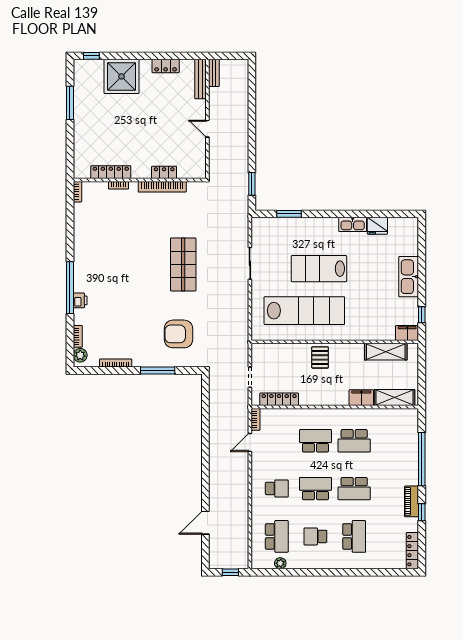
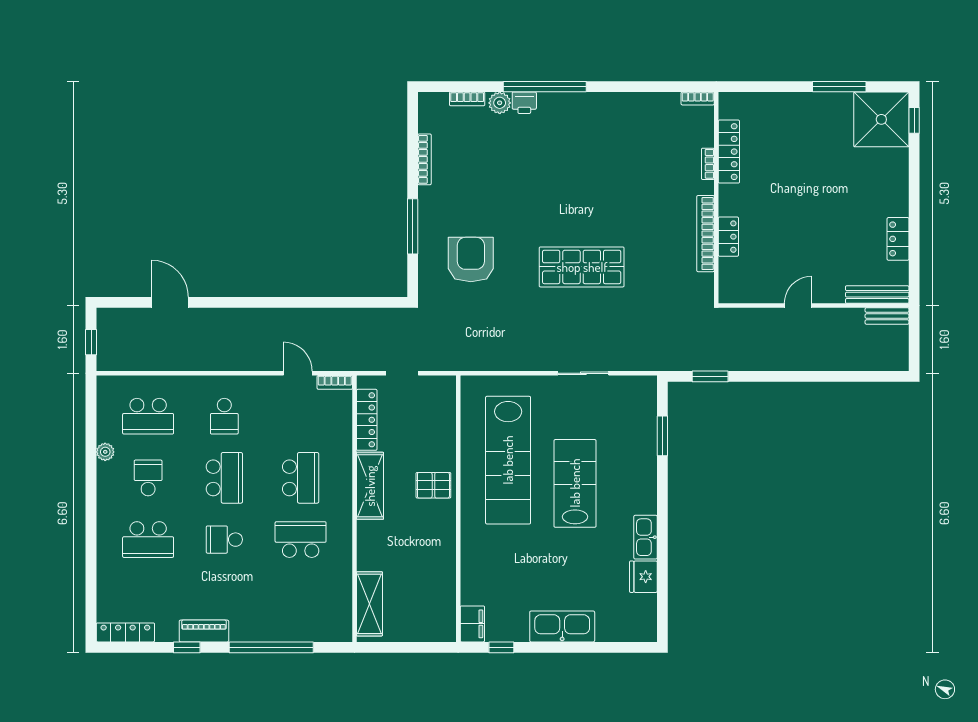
shower: (122, 76) -> (881, 119), moved
shelving: (386, 352) -> (370, 486), moved
plant: (80, 355) -> (500, 103), moved
filing cabinet: (361, 398) -> (369, 551), removed
school desk: (354, 441) -> (301, 540), turned 90
school desk: (354, 489) -> (224, 540), width x0.54
plant: (280, 563) -> (105, 452), moved

